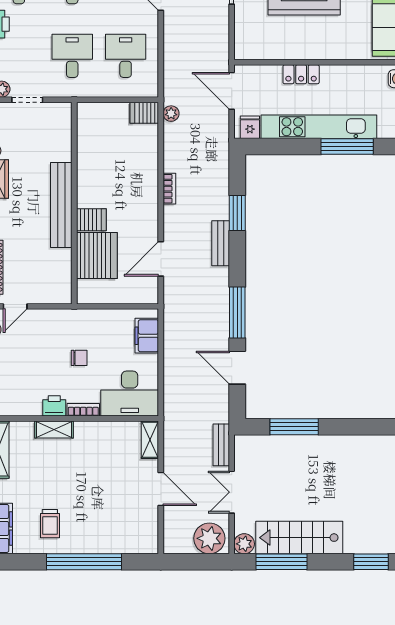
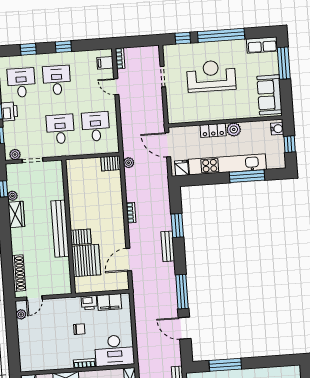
plant: (332, 75) -> (234, 129), added
filing cabinet: (147, 336) -> (109, 302), moved, turned -90
printer: (54, 406) -> (89, 303), moved, turned 180

